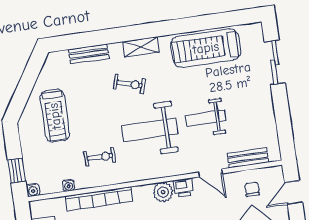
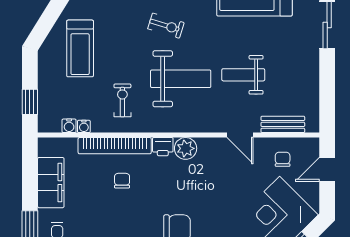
weight bench: (150, 130) -> (181, 79), turned 180
exercise bike: (100, 157) -> (122, 100), turned -90
printer: (183, 188) -> (163, 147), moved
water cooler: (33, 190) -> (69, 126), moved

